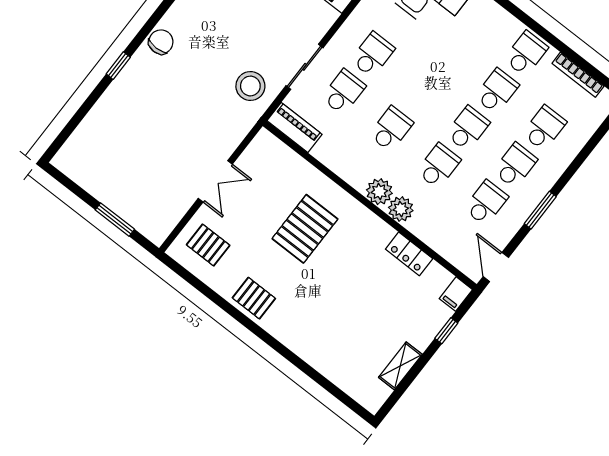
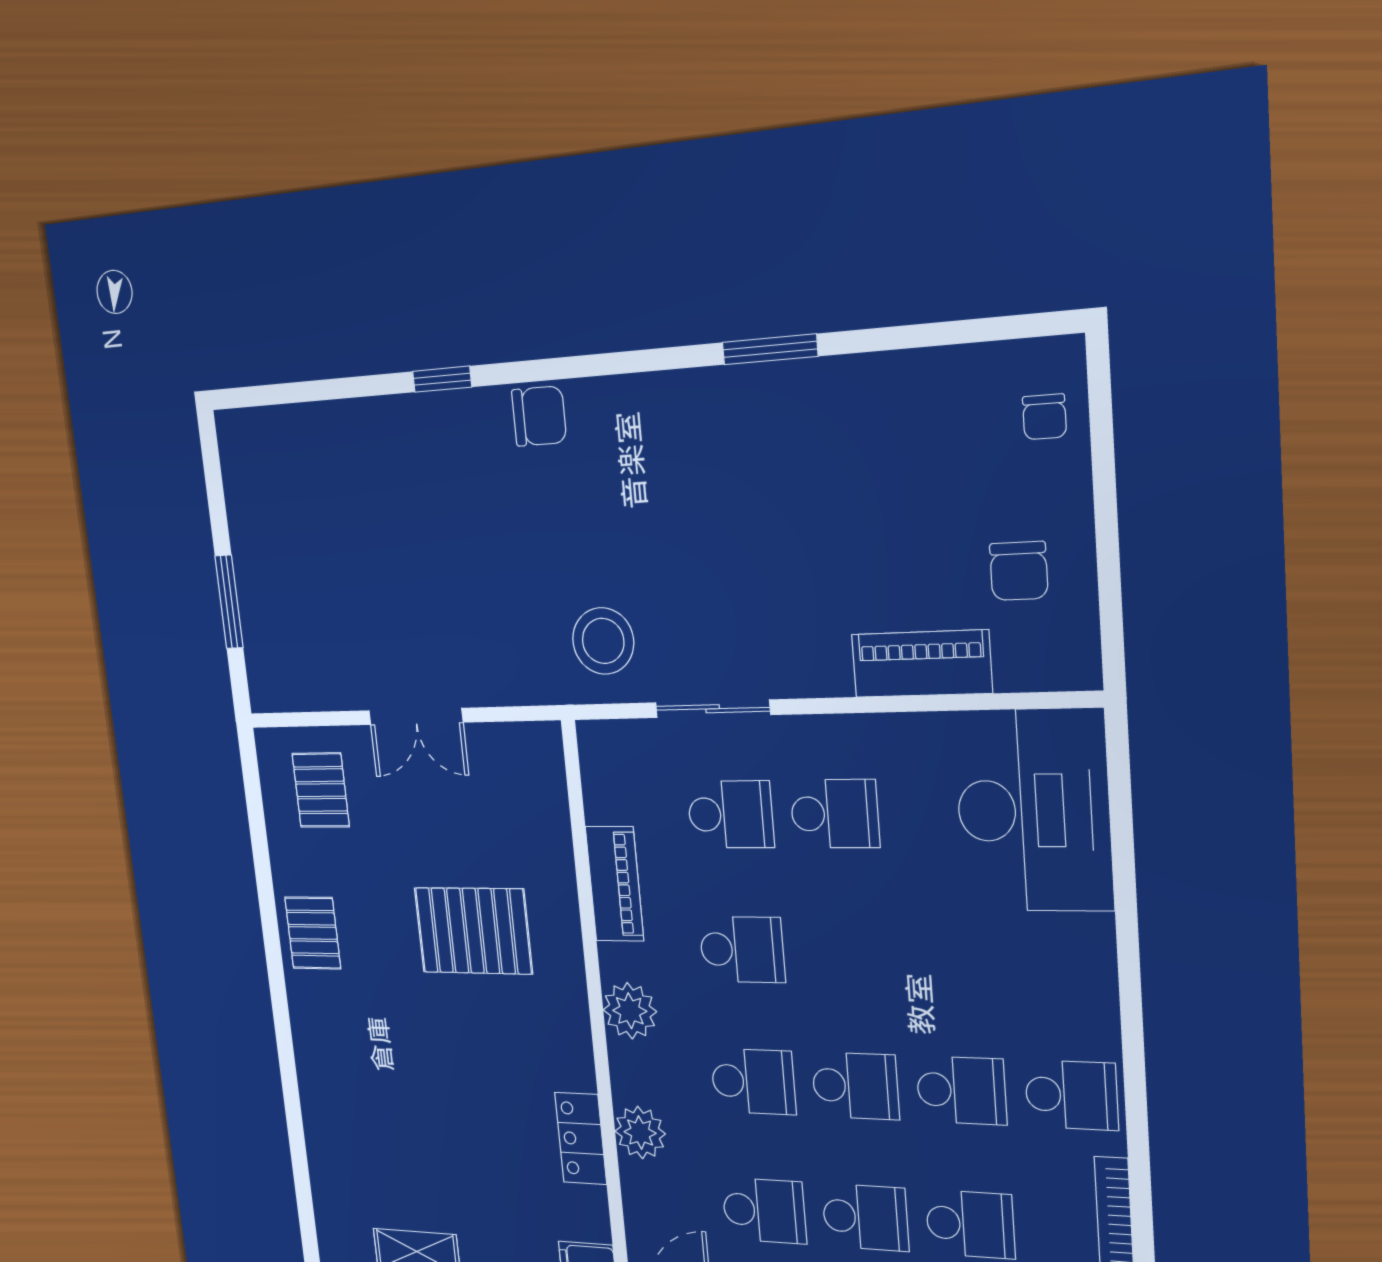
piano: (295, 128) -> (615, 884), moved
plant: (401, 209) -> (640, 1133), moved

